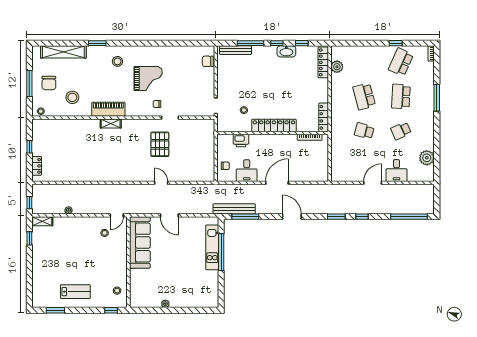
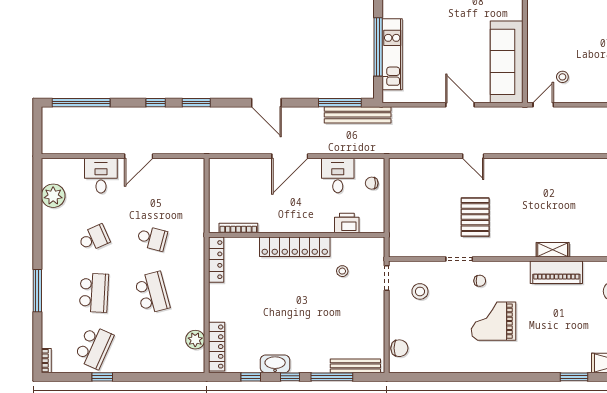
stool: (117, 61) -> (420, 291), moved

